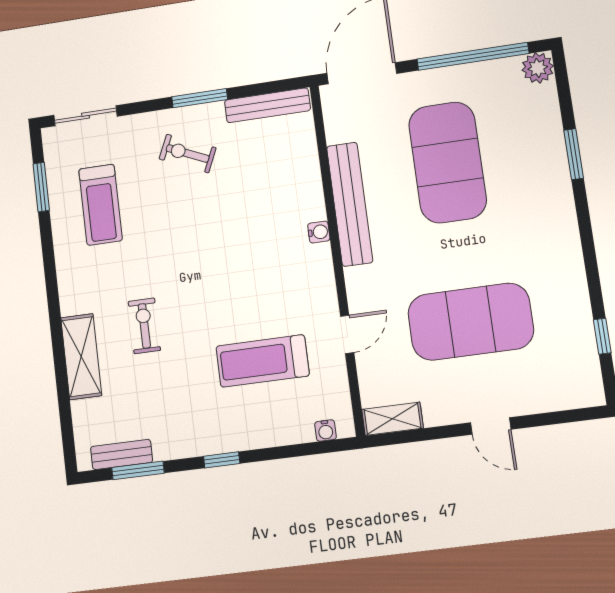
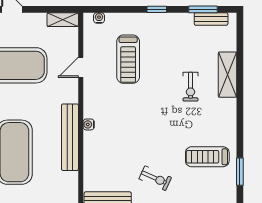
treadmill: (101, 205) -> (207, 157), turned -90
treadmill: (263, 361) -> (128, 59), turned 90

